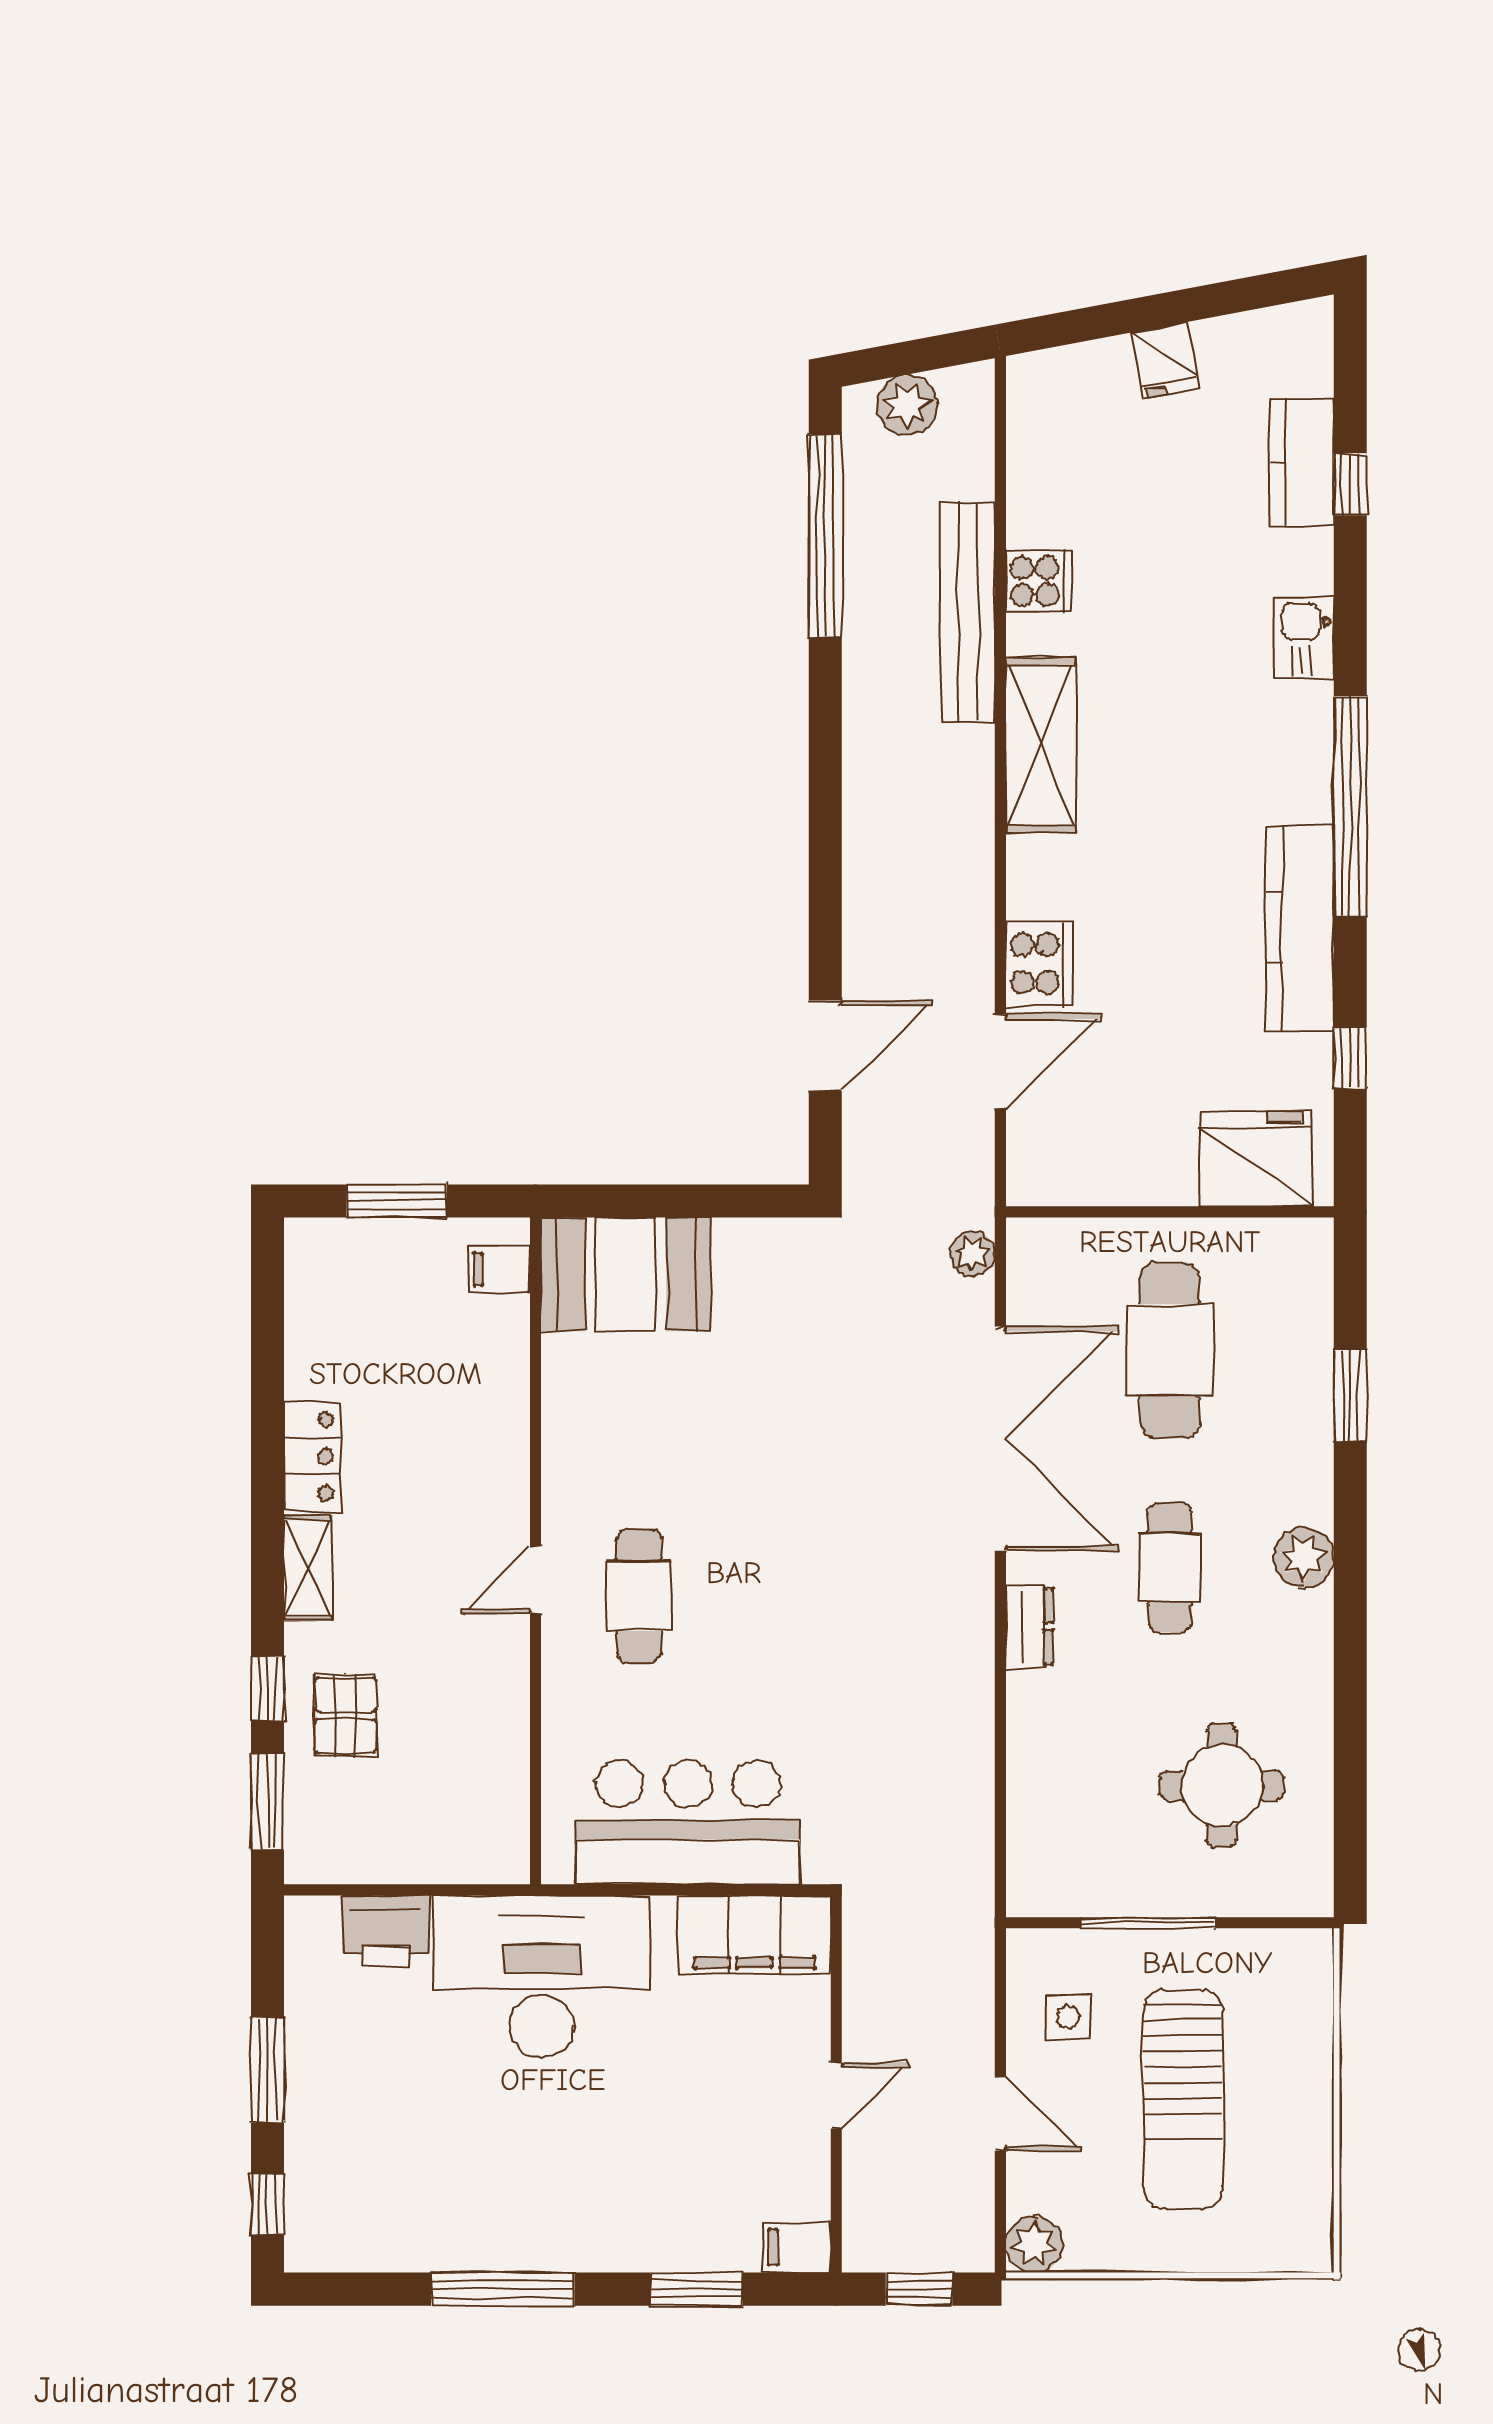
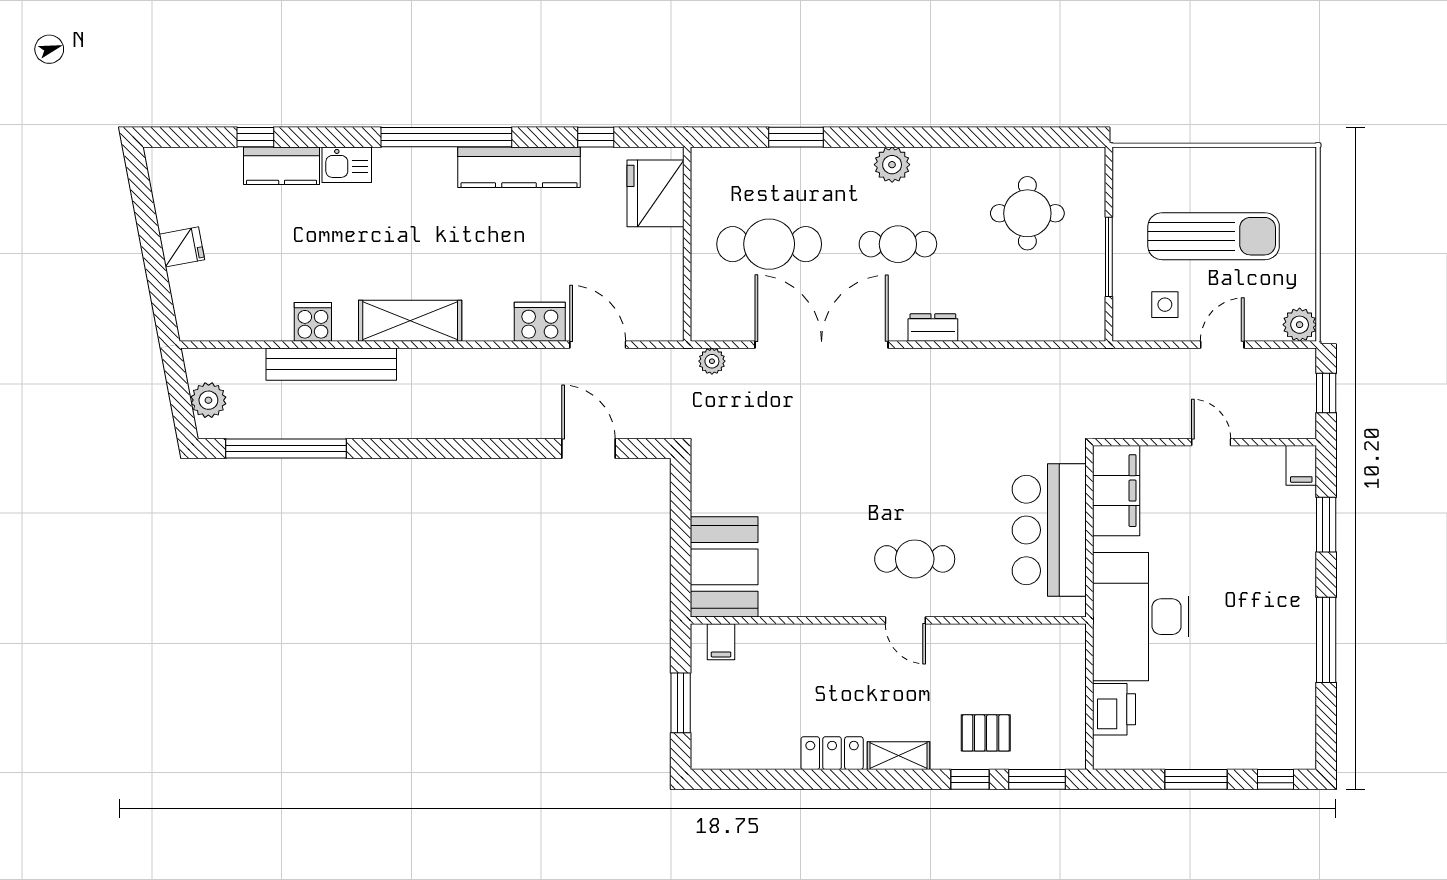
kitchen counter: (1302, 462) -> (282, 166), moved

